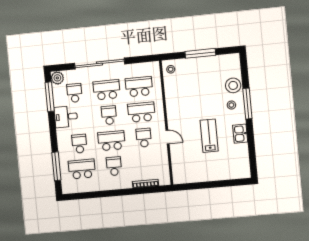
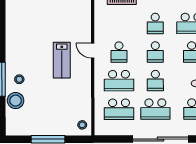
kitchen sink: (240, 134) -> (13, 47), removed
lab bench: (209, 136) -> (62, 60), moved
school desk: (111, 141) -> (155, 52), width x0.54

